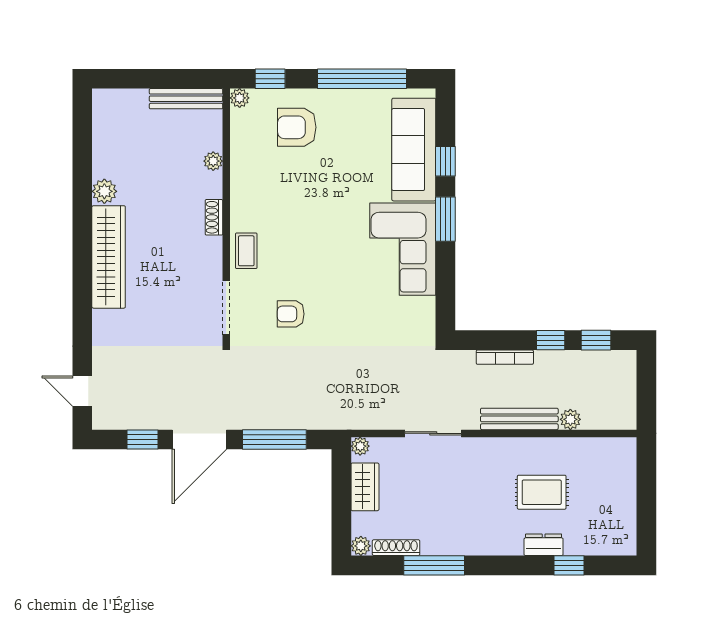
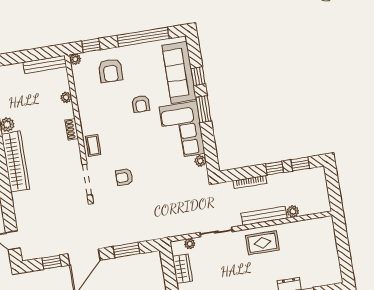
armchair: (297, 127) -> (111, 71), turned -89
armchair: (339, 193) -> (141, 104), added
plant: (426, 307) -> (200, 161), added
window: (274, 439) -> (127, 250), width x0.69
plant: (360, 446) -> (190, 244), moved
rug: (542, 492) -> (262, 243), moved

